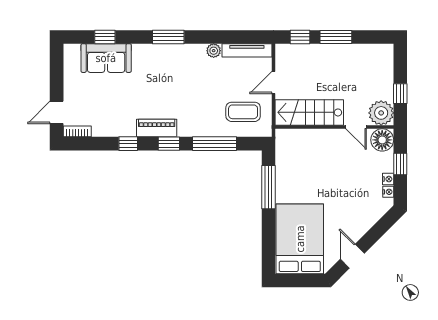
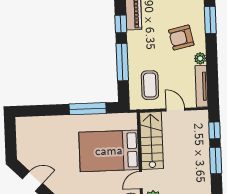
armchair: (188, 72) -> (181, 38), added
bed: (300, 239) -> (109, 151), moved, turned 180

